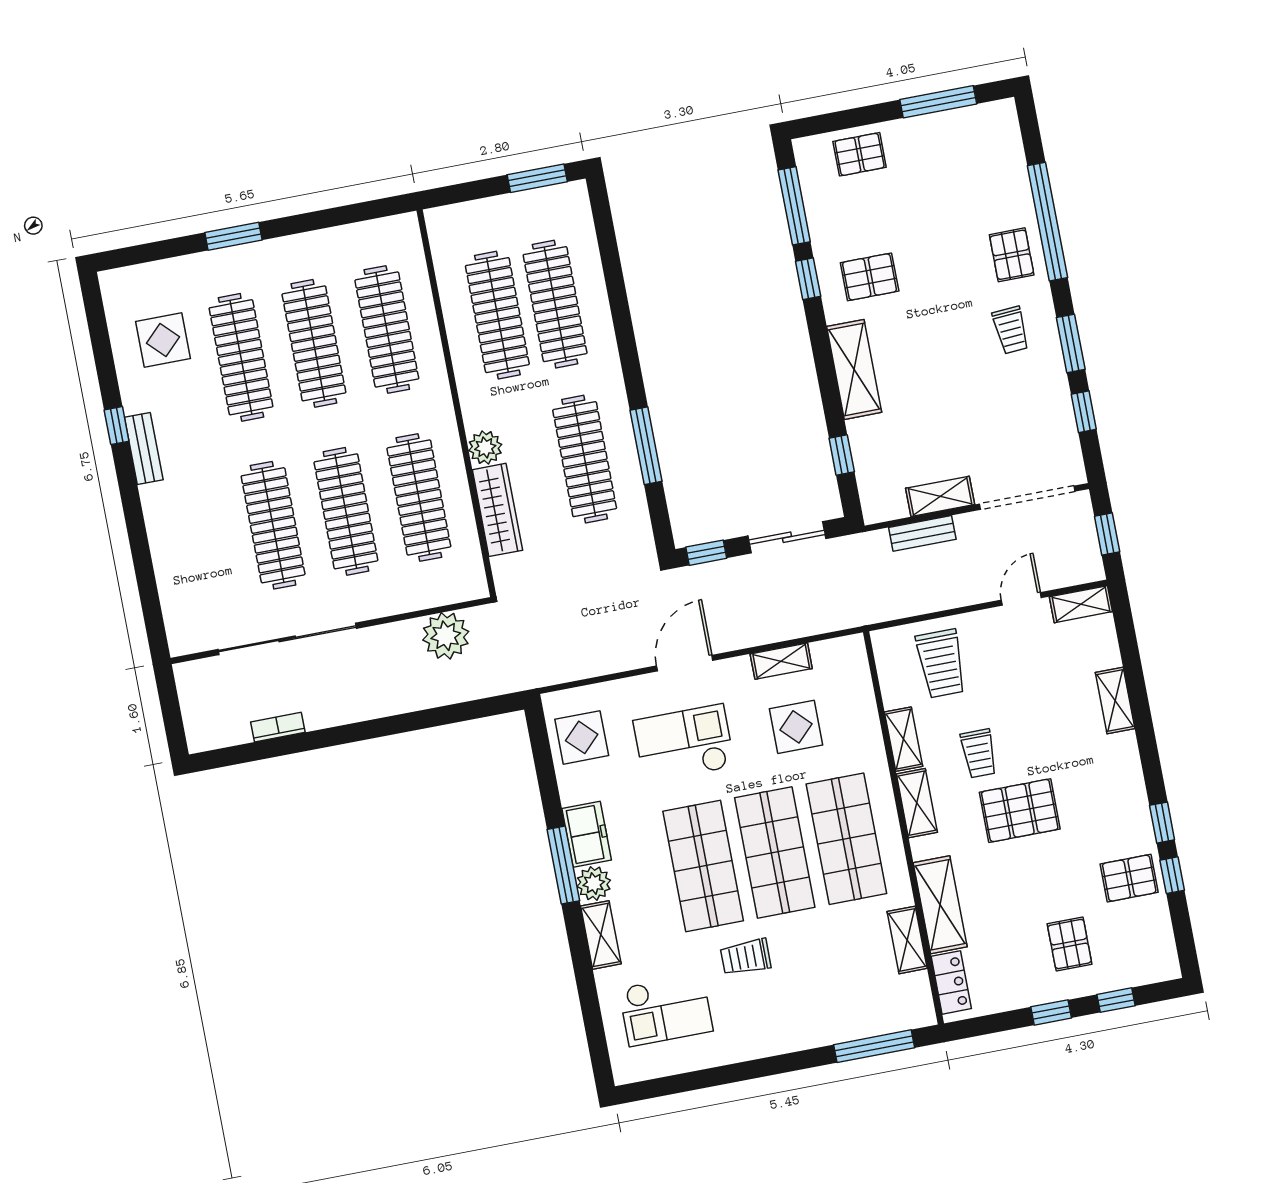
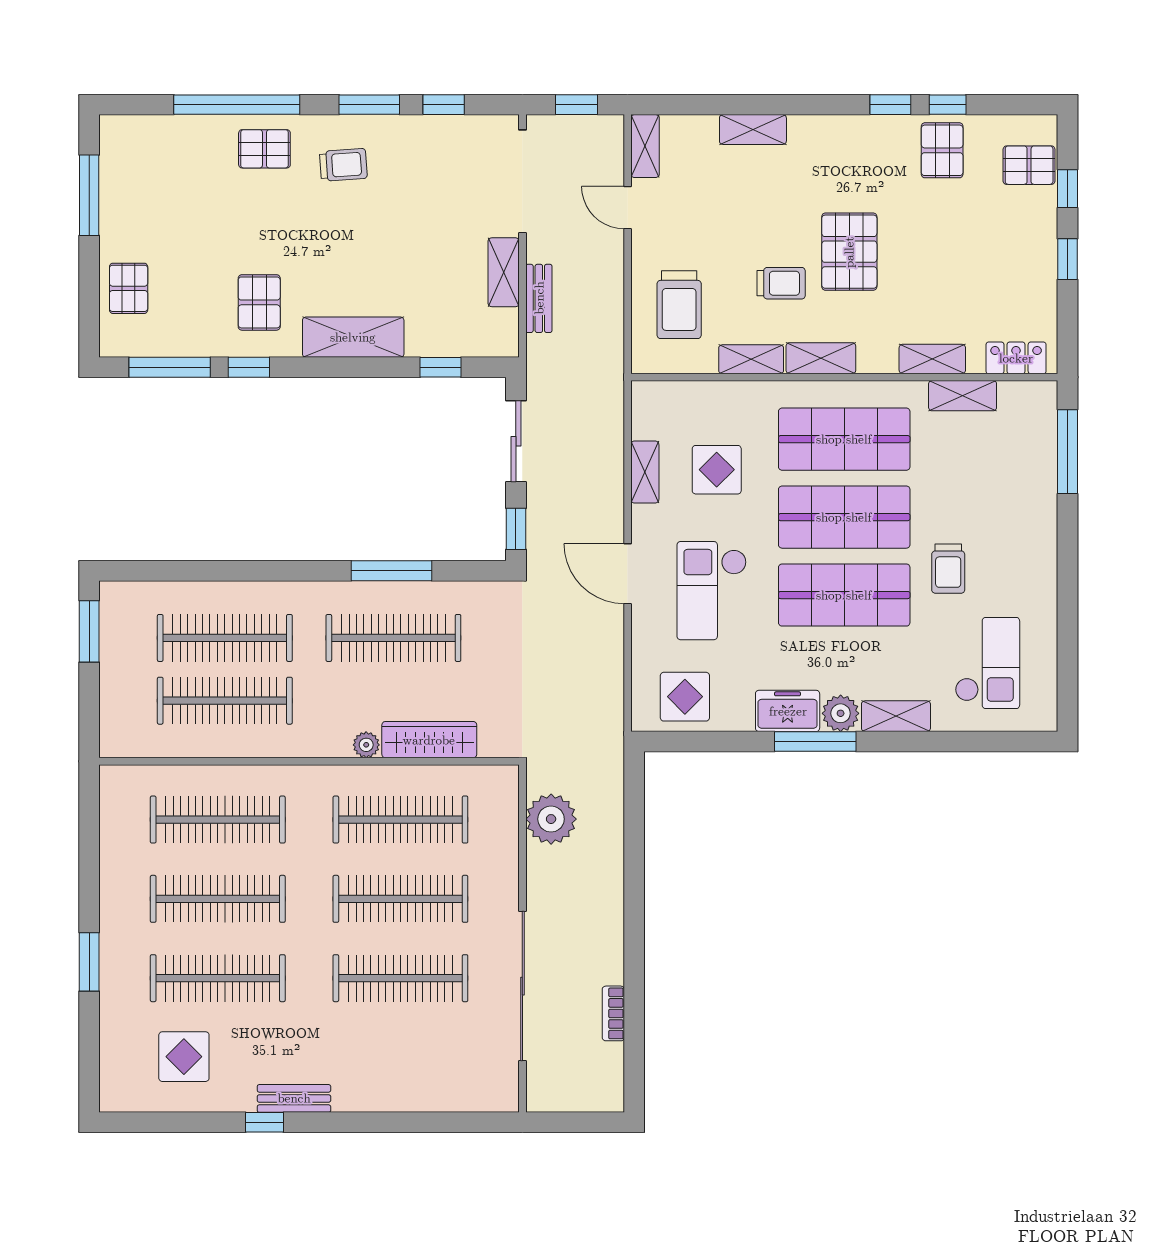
plant: (485, 448) -> (366, 745), width x0.73, depth x0.73
trolley: (941, 663) -> (679, 305), turned 90
shelving: (940, 905) -> (932, 359), width x0.67, depth x0.75
pallet: (1070, 944) -> (1029, 165), moved

